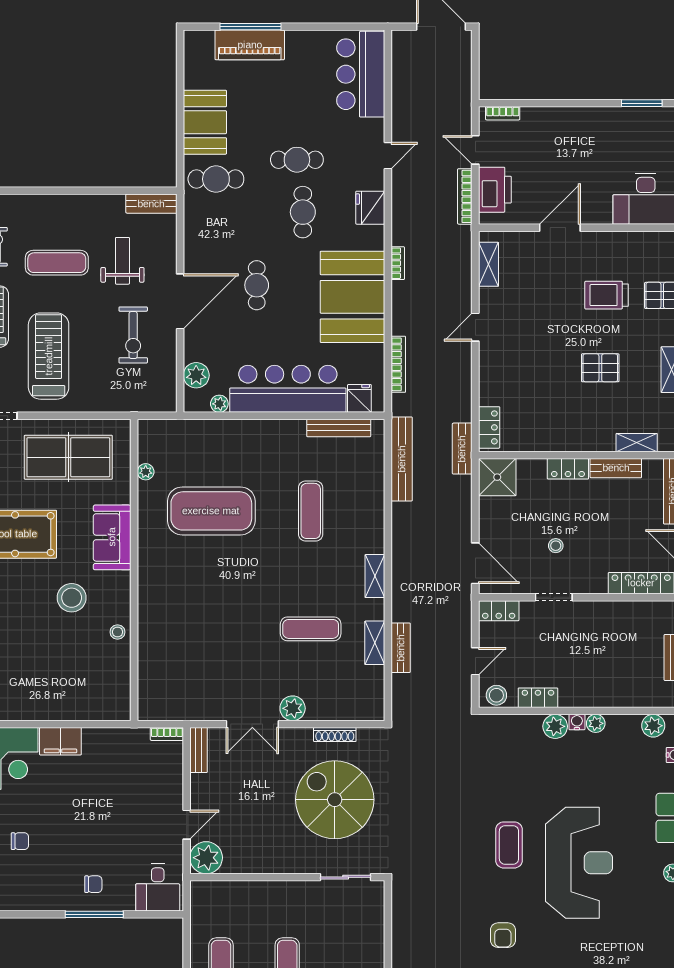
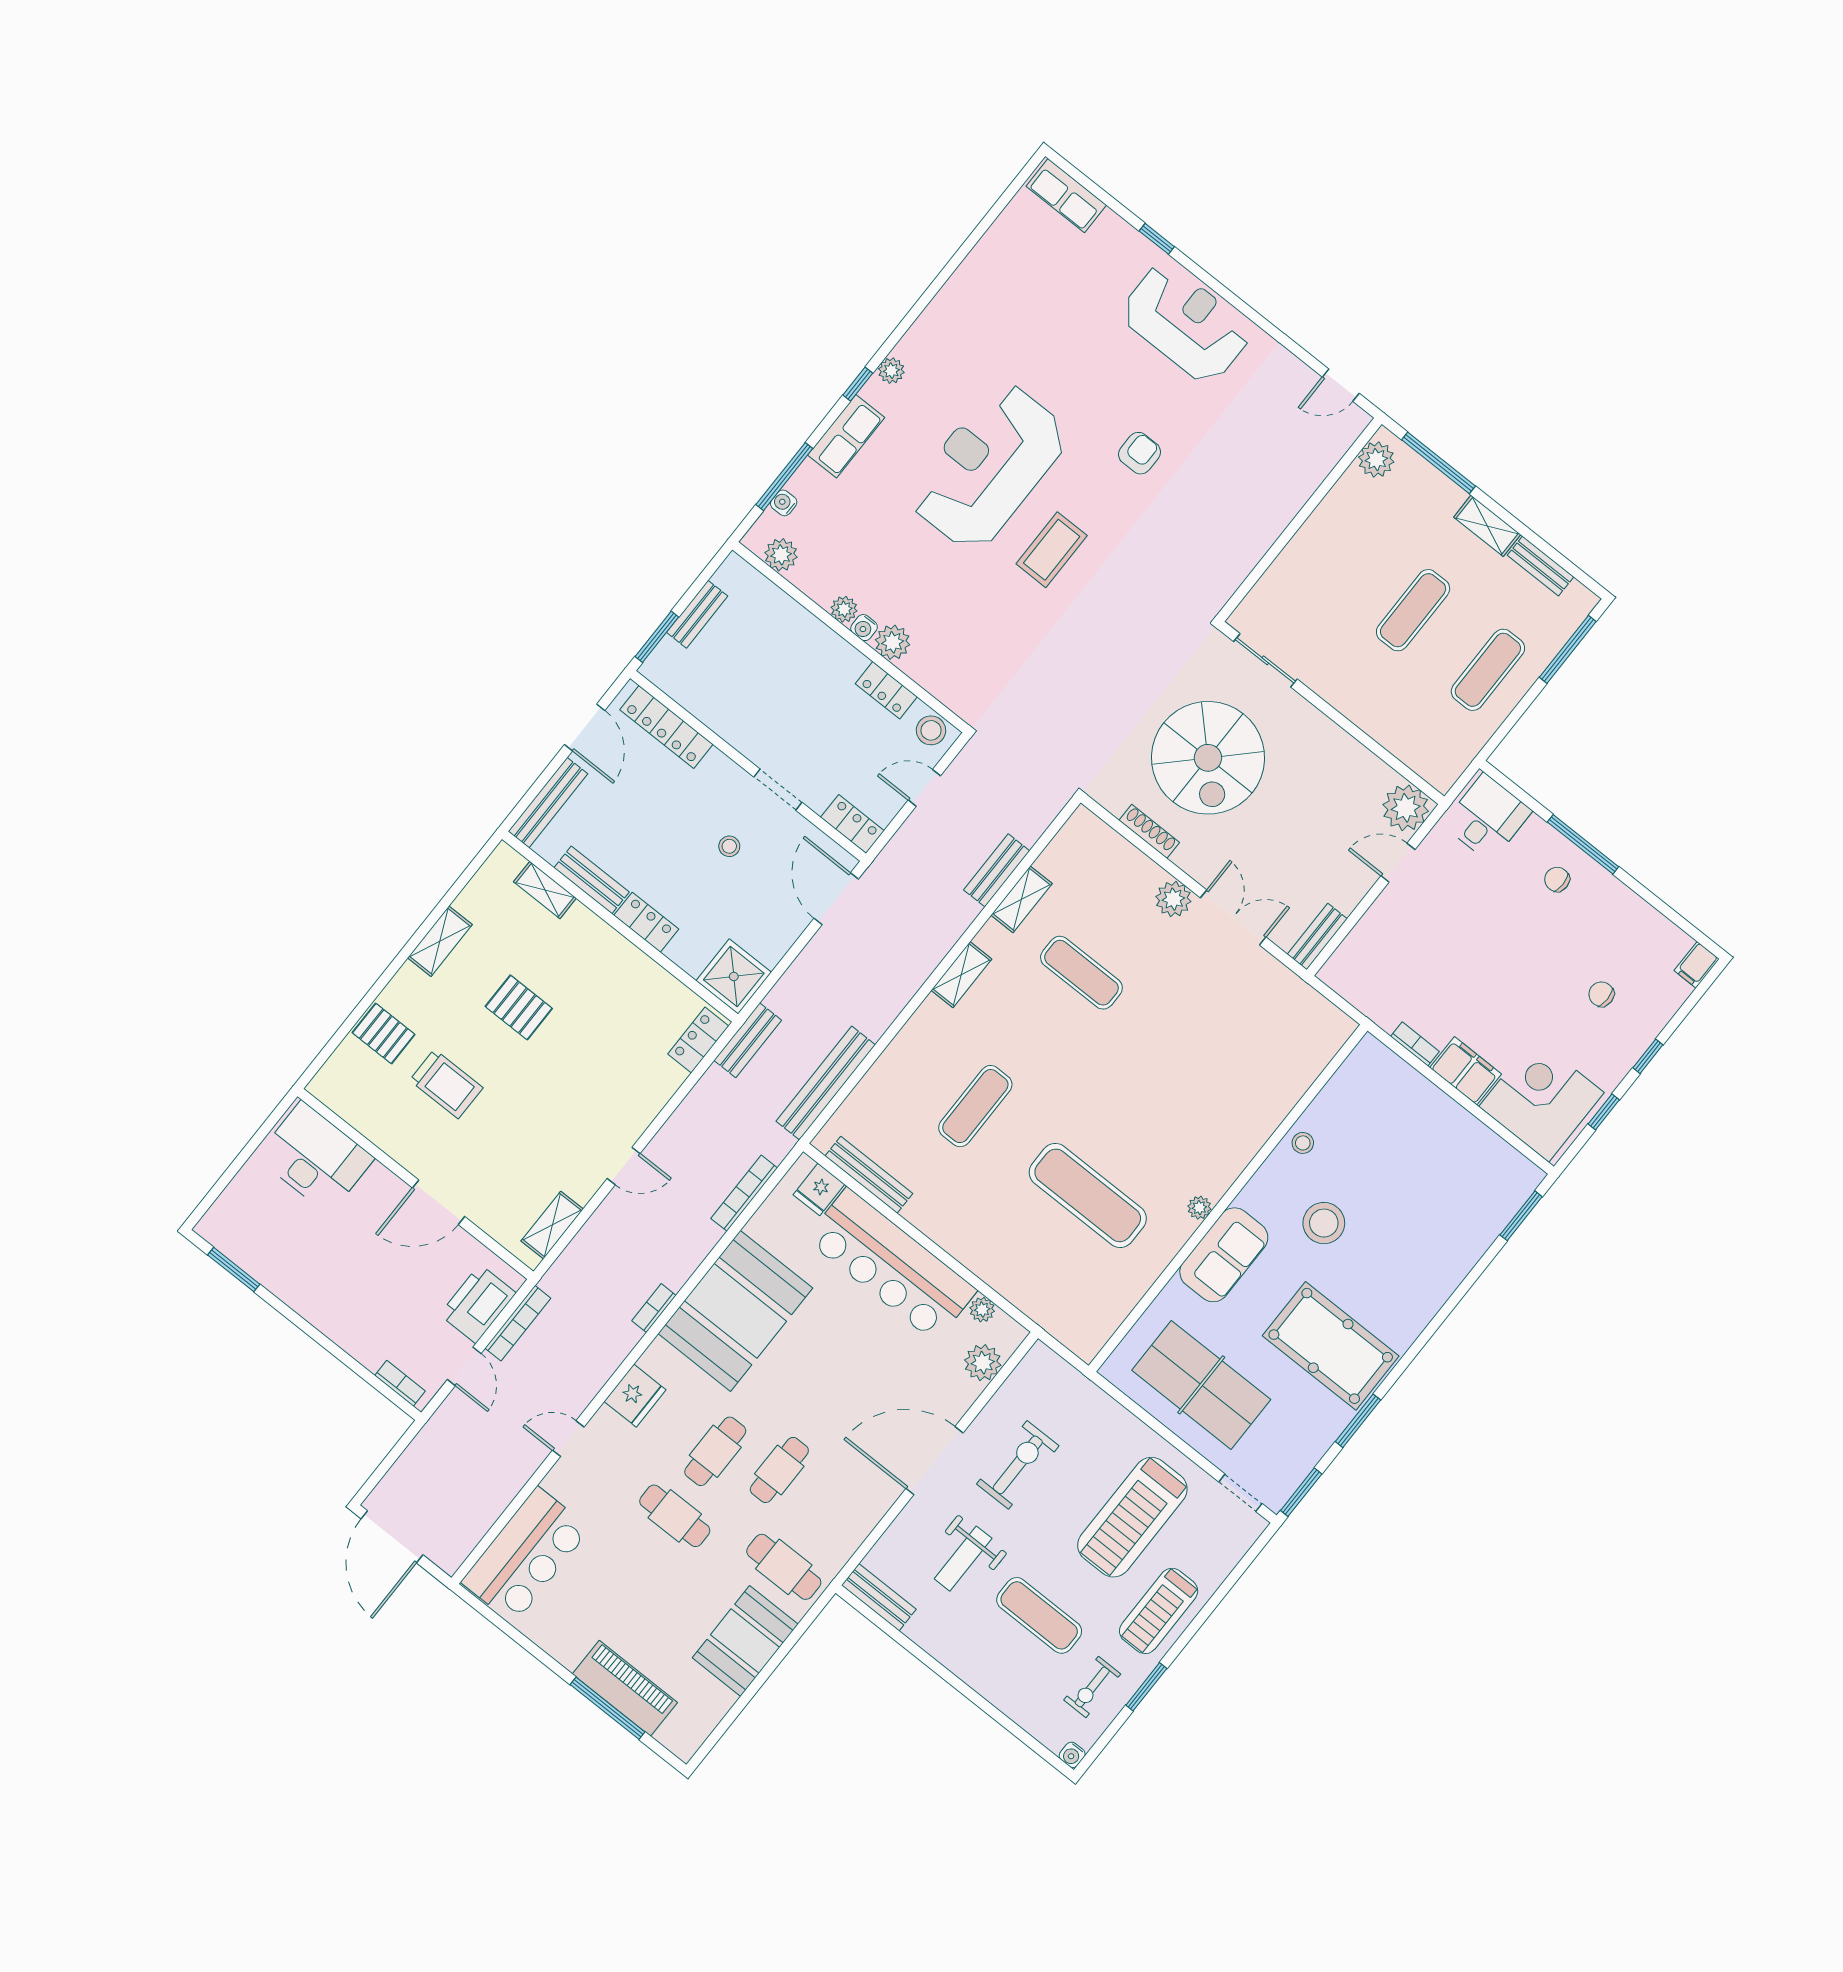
cafe table: (257, 285) -> (779, 1470), moved
plant: (146, 472) -> (1199, 1208), moved
exercise mat: (211, 511) -> (1088, 1195), width x0.68
bookcase: (167, 734) -> (1415, 1044), moved

